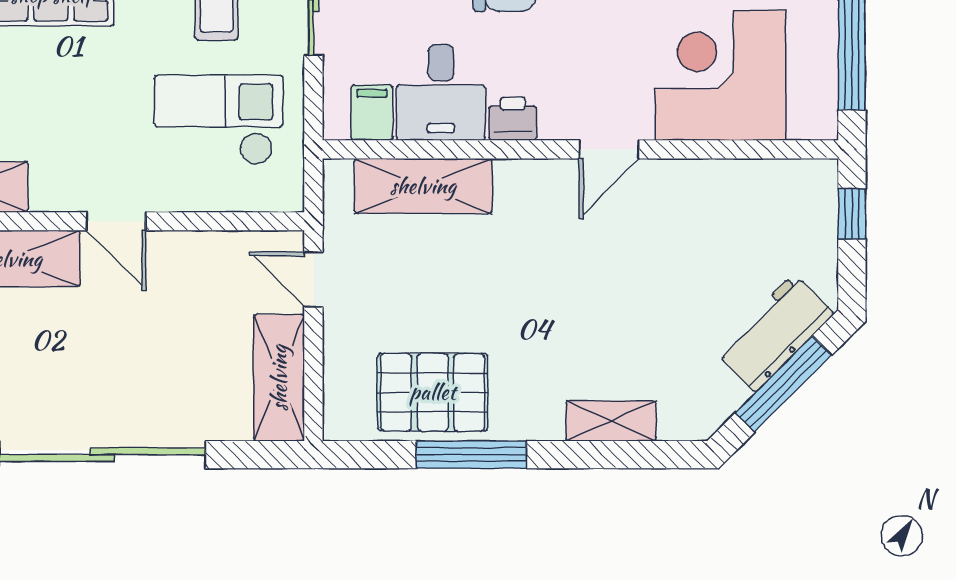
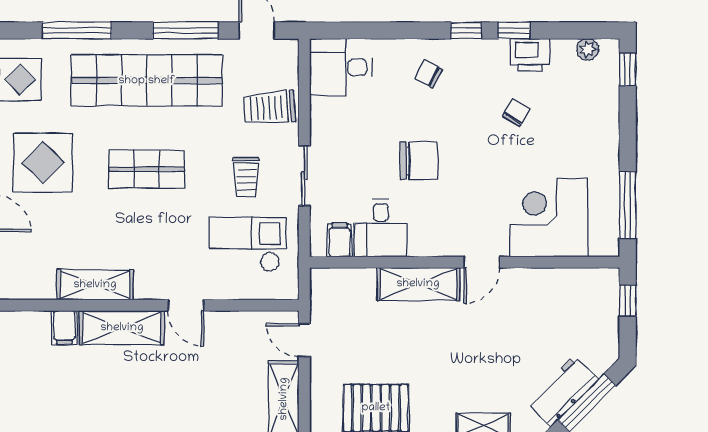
printer: (513, 119) -> (424, 244), removed
shelving: (423, 186) -> (418, 284), moved
workbench: (775, 333) -> (563, 391), moved

